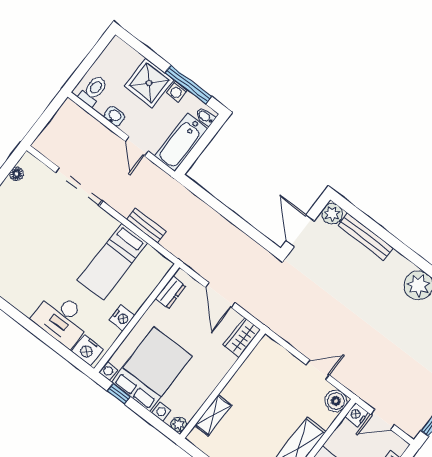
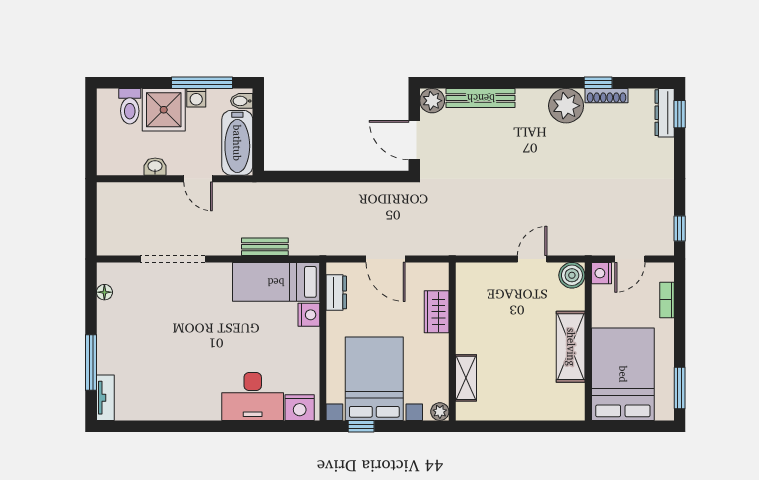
toilet: (93, 91) -> (130, 106), moved, turned 180
bed: (112, 262) -> (276, 282), moved, turned 90
nightstand: (122, 318) -> (309, 315), moved
wardrobe: (242, 337) -> (437, 312), moved

